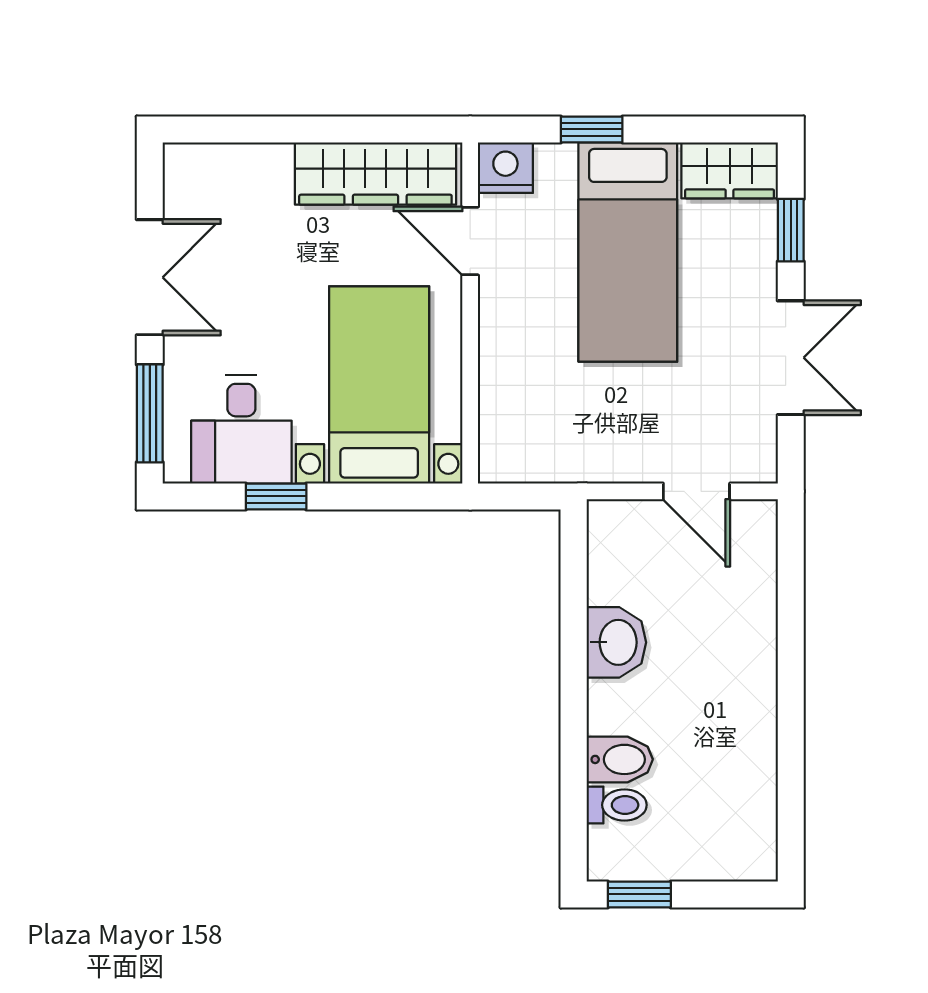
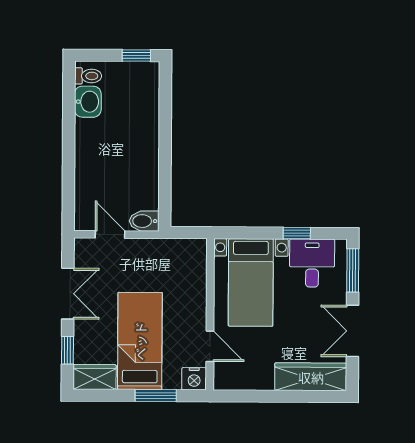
window: (592, 129) -> (156, 396), width x1.50
wardrobe: (375, 174) -> (311, 377), moved
double door: (791, 358) -> (68, 294), swing flipped
washbasin: (616, 642) -> (88, 102), moved, turned 180
bidet: (620, 759) -> (144, 221), moved
toilet: (617, 805) -> (88, 76), moved, turned 180

